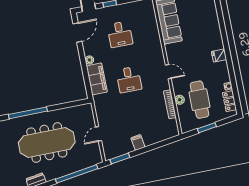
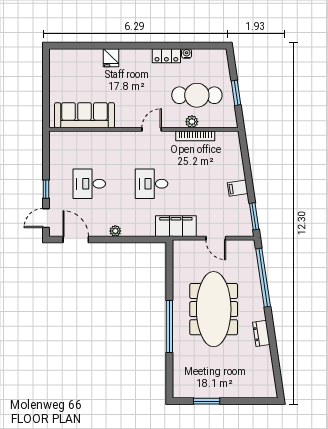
desk: (120, 34) -> (89, 184), turned 180
fridge: (219, 56) -> (111, 58), moved
filing cabinet: (97, 79) -> (176, 226), moved
desk: (129, 80) -> (152, 184), turned 180
locker: (230, 101) -> (166, 56), moved

